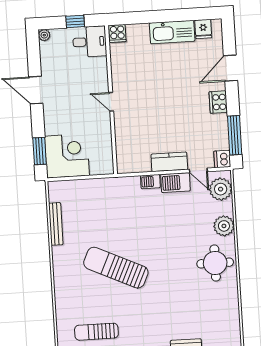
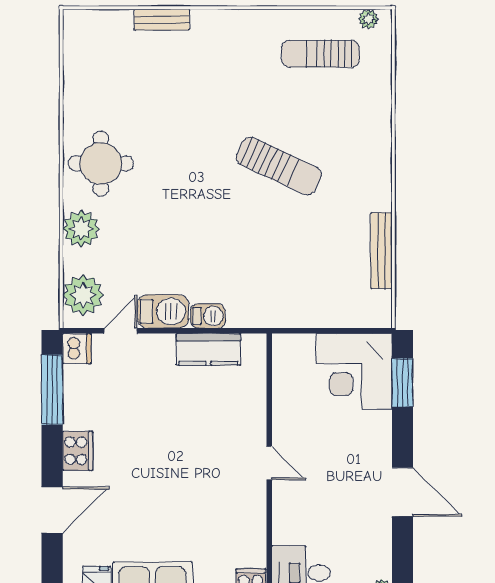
kitchen counter: (169, 162) -> (208, 349), moved
door: (198, 170) -> (121, 331), hinge flipped
sun lounger: (116, 268) -> (279, 166), width x0.73, depth x0.75
sun lounger: (96, 332) -> (321, 54), turned 180

